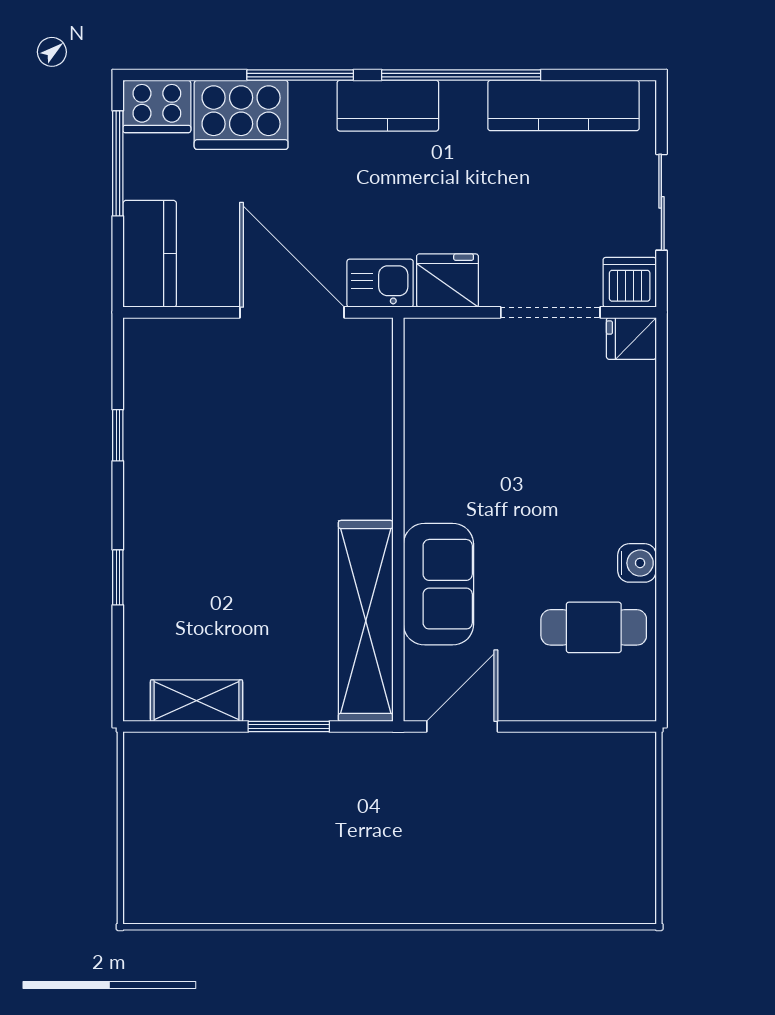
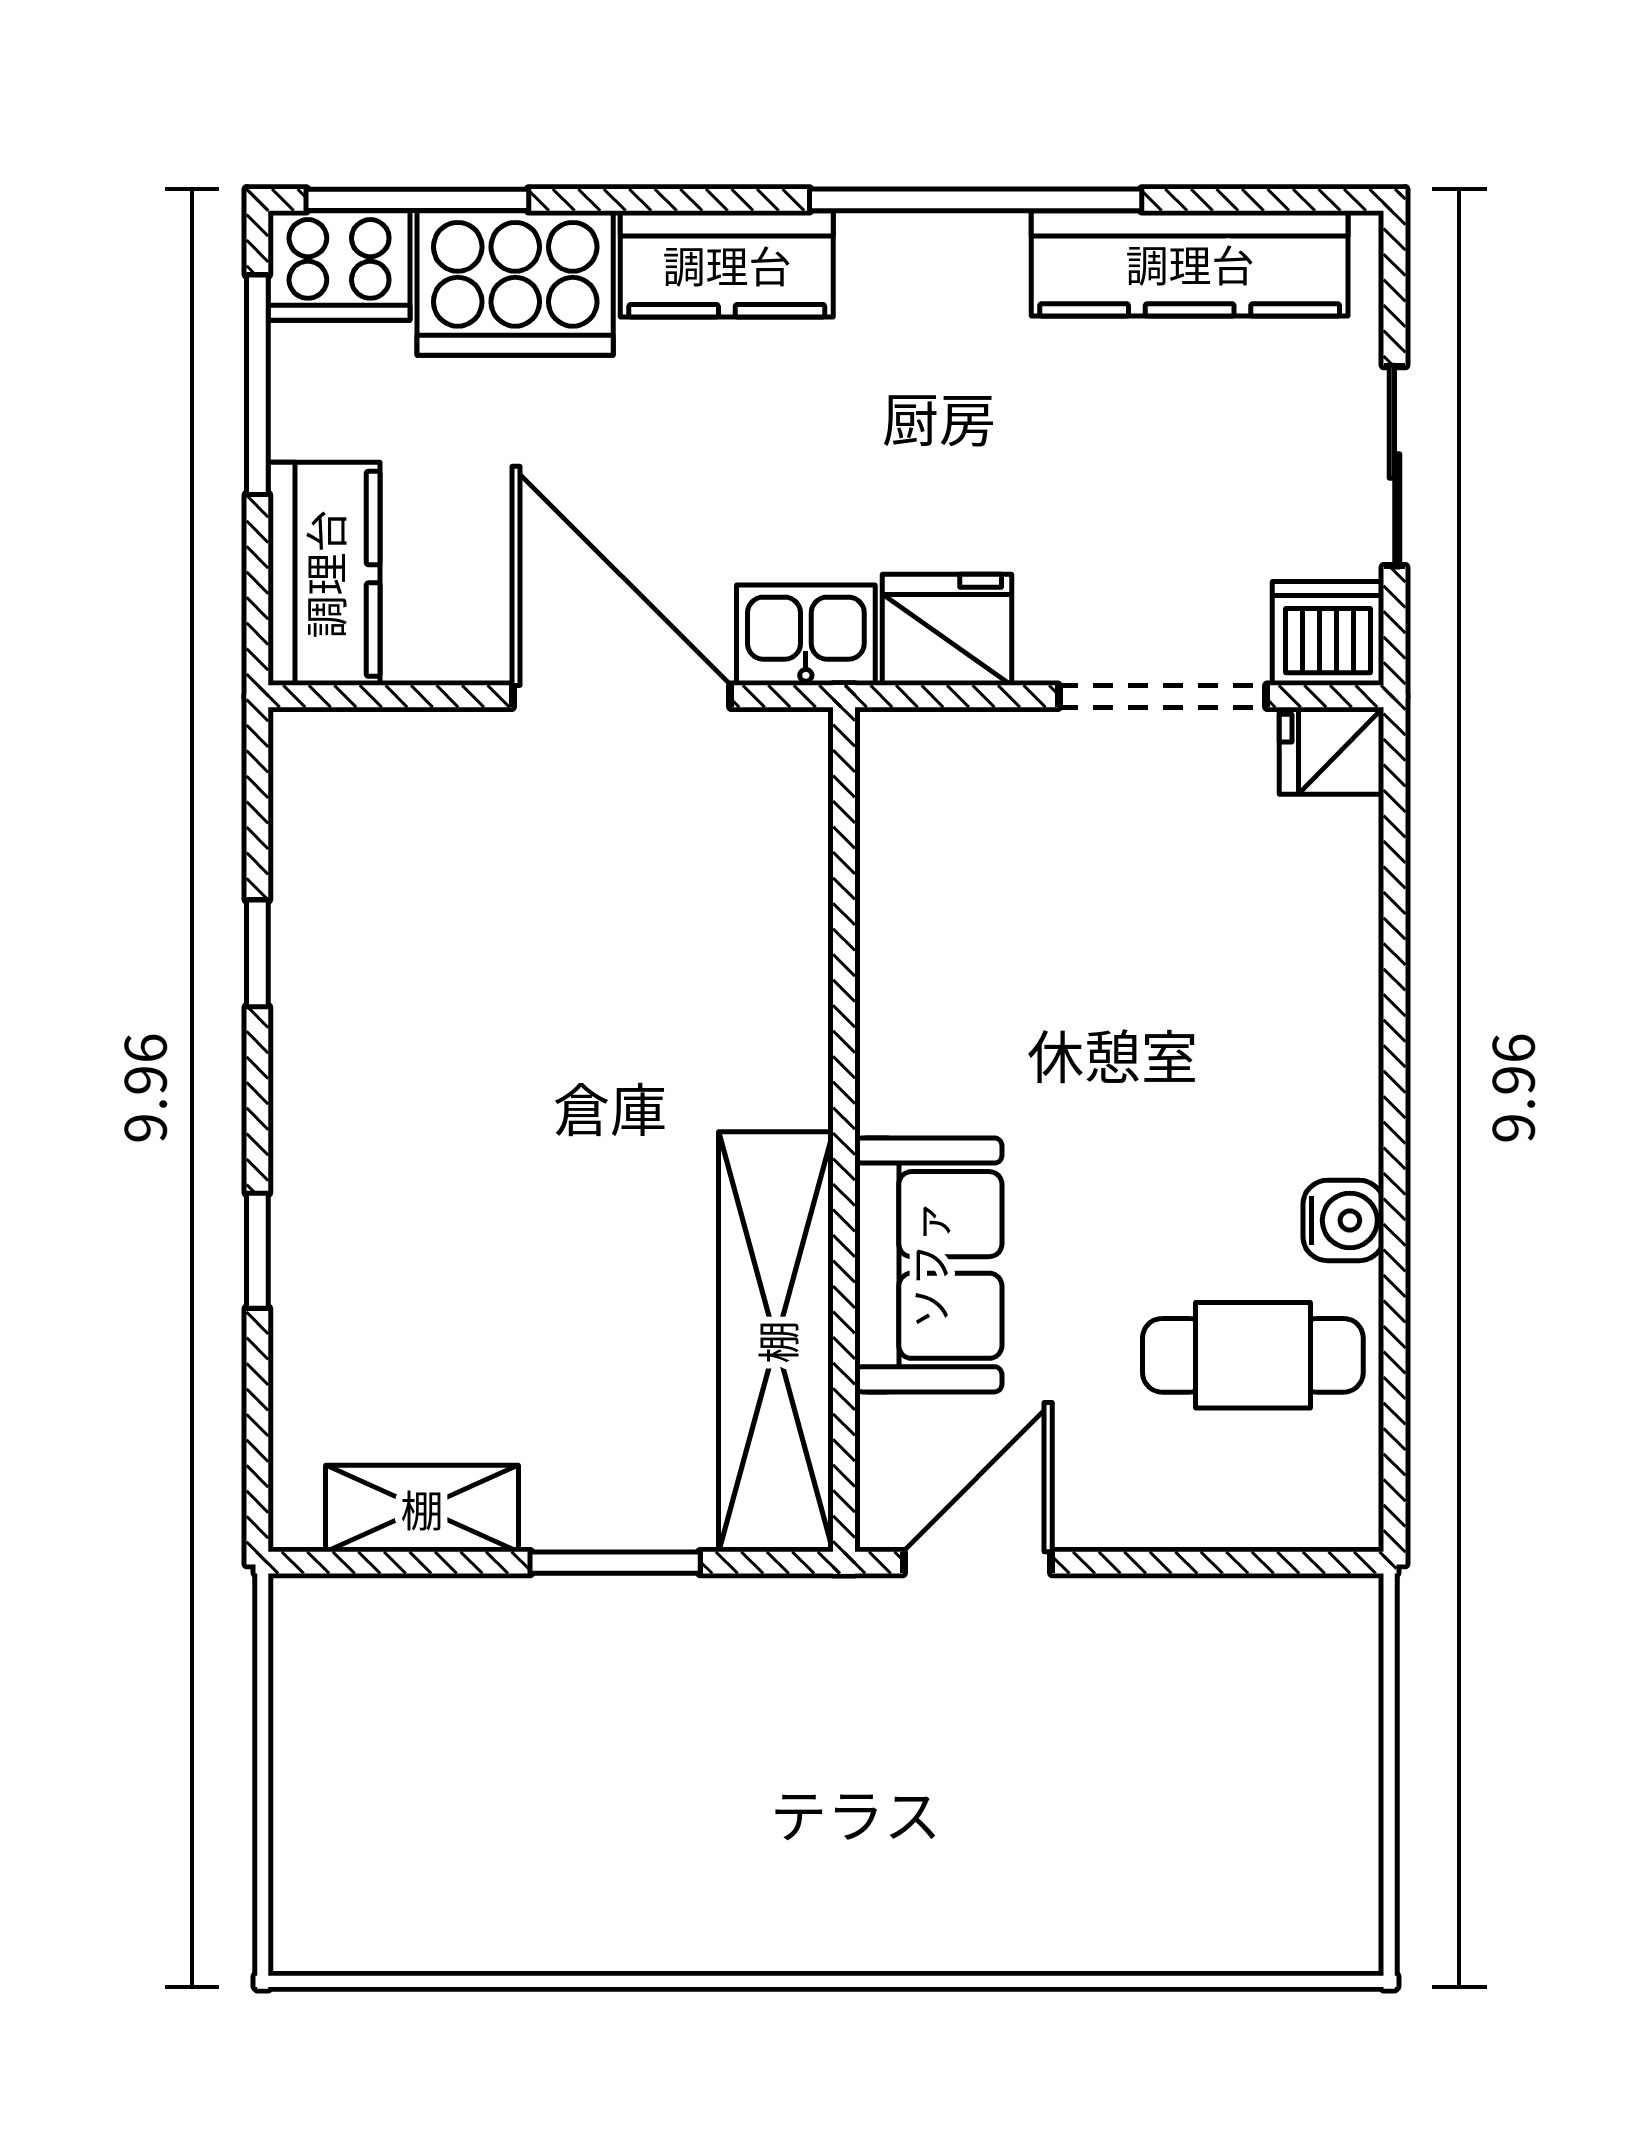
window: (300, 75) -> (417, 200), moved
kitchen counter: (388, 106) -> (727, 264), moved

